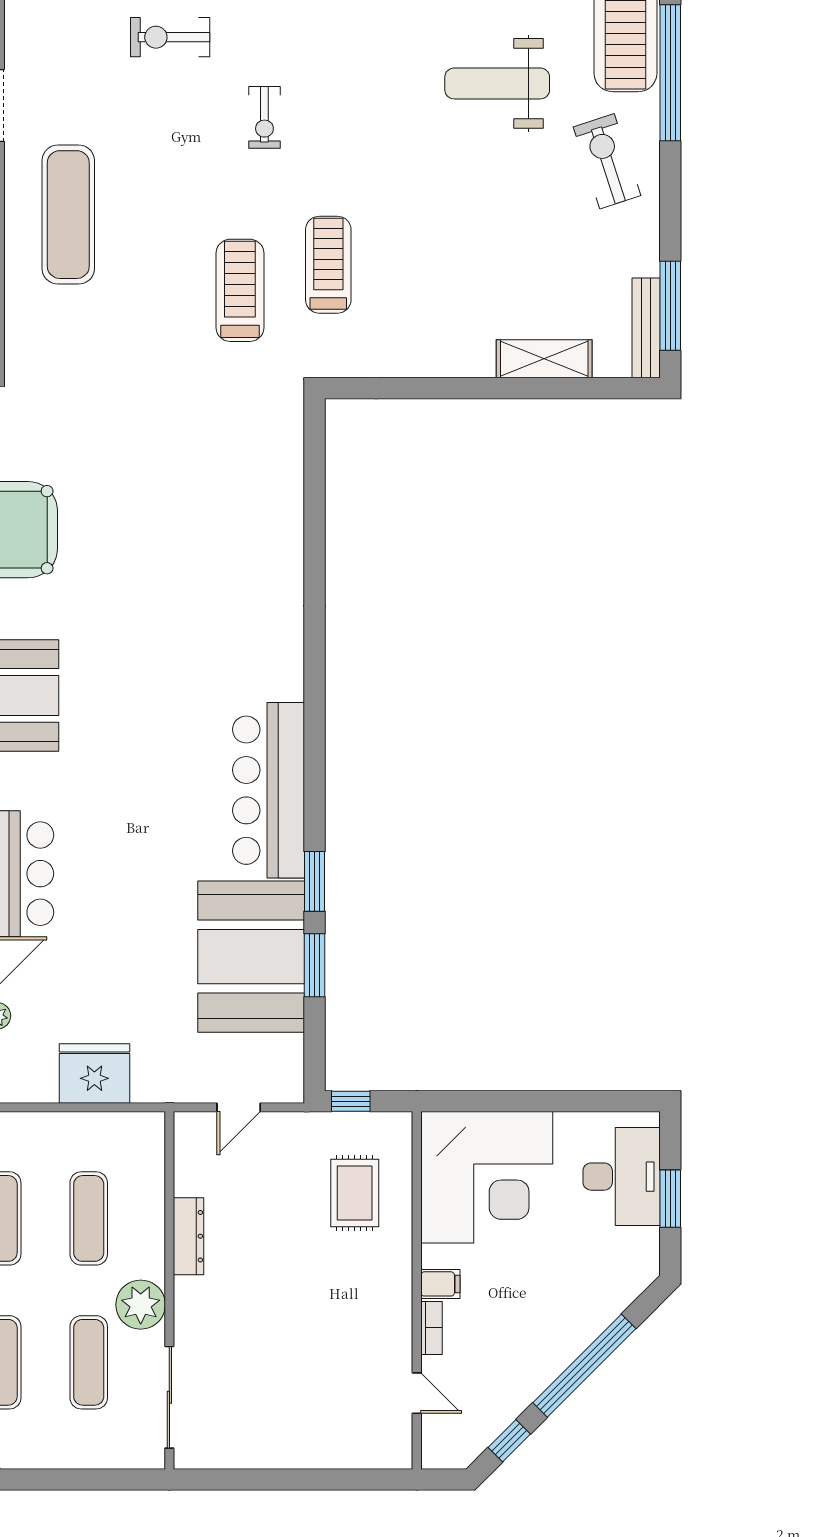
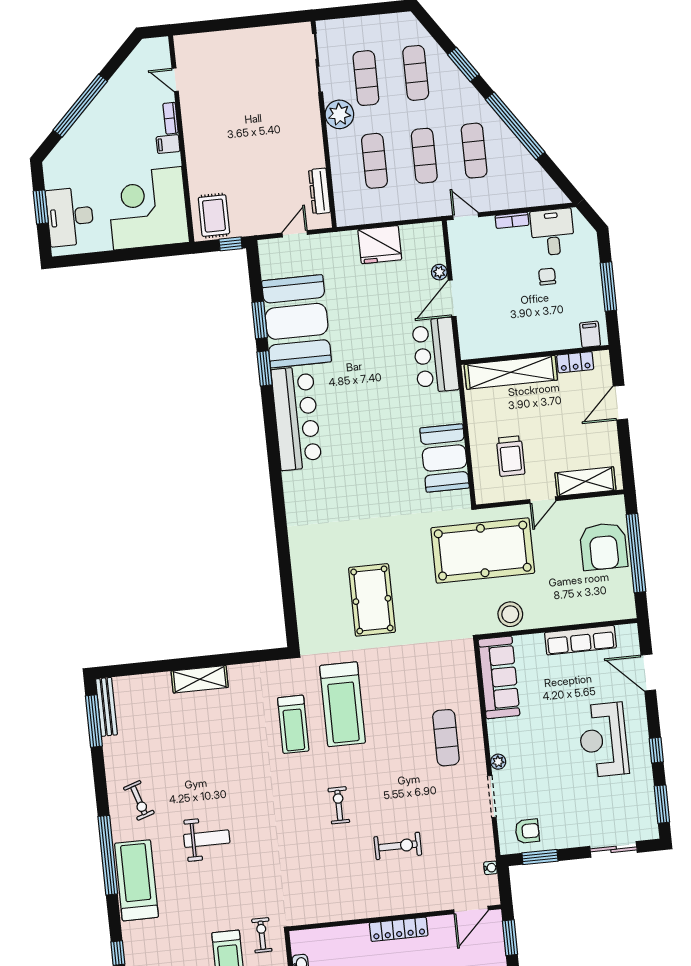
weight bench: (497, 83) -> (207, 839), width x0.73, depth x0.75
exercise bike: (607, 161) -> (139, 800), width x0.73, depth x0.72
exercise mat: (68, 215) -> (446, 738), width x0.73, depth x0.69
treadmill: (240, 290) -> (343, 704), width x1.37, depth x1.38
shelving: (544, 359) -> (200, 679), moved
pool table: (171, 464) -> (372, 600), added
rug: (355, 1193) -> (214, 216), moved
dresser: (189, 1236) -> (319, 191), moved
window: (509, 1441) -> (119, 58), removed

